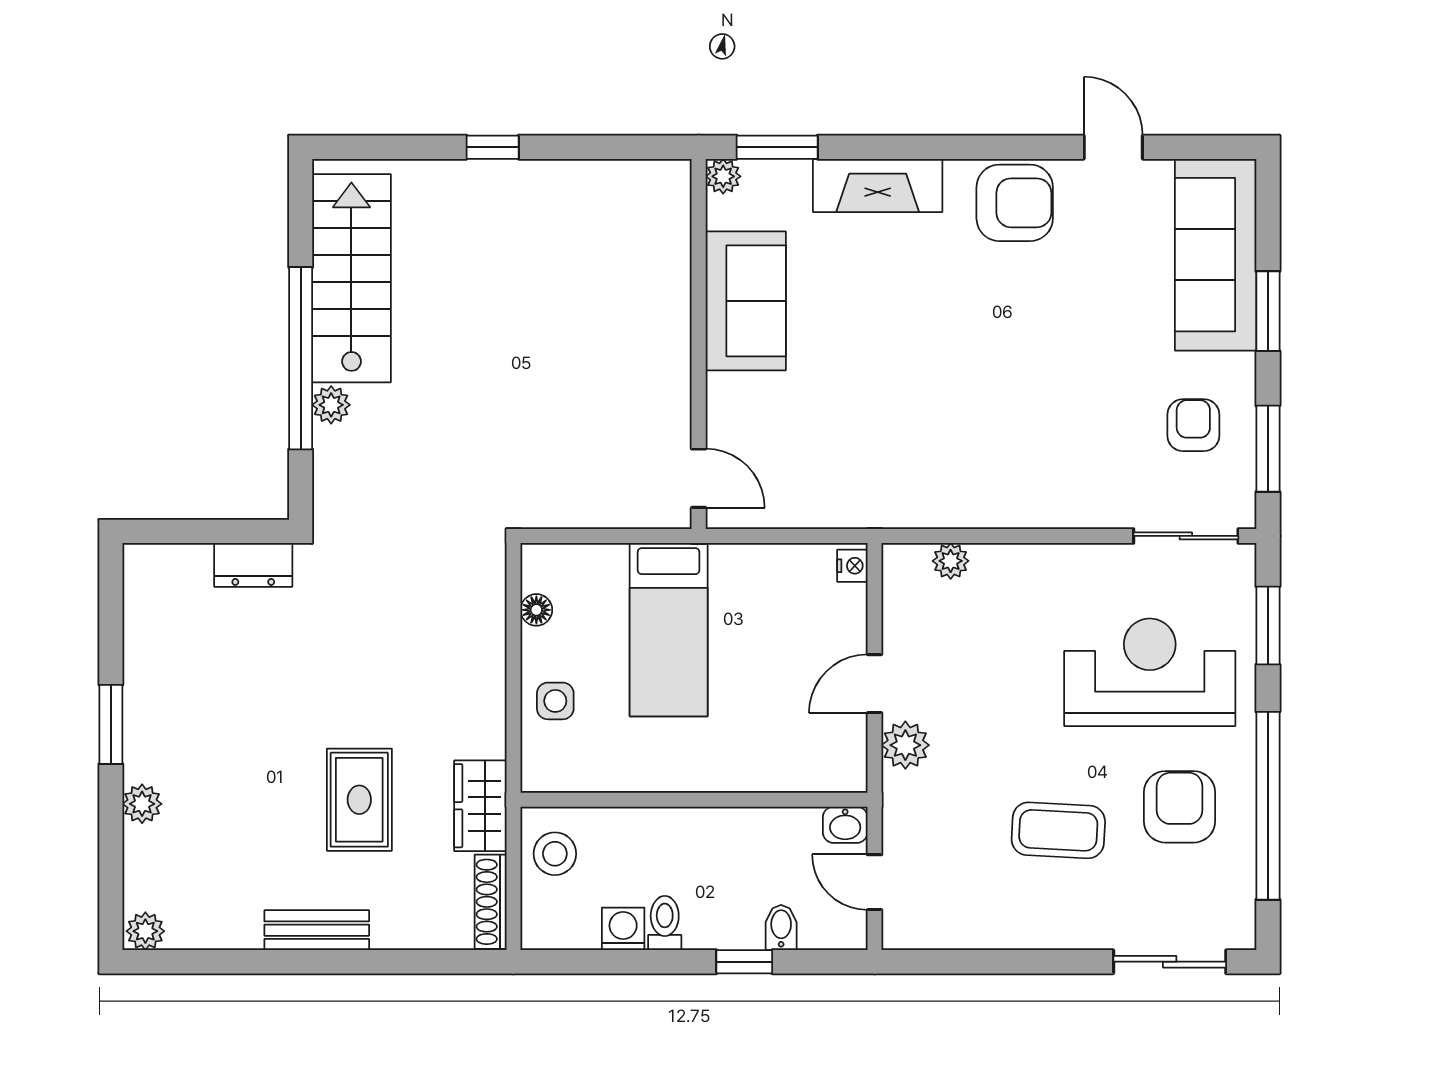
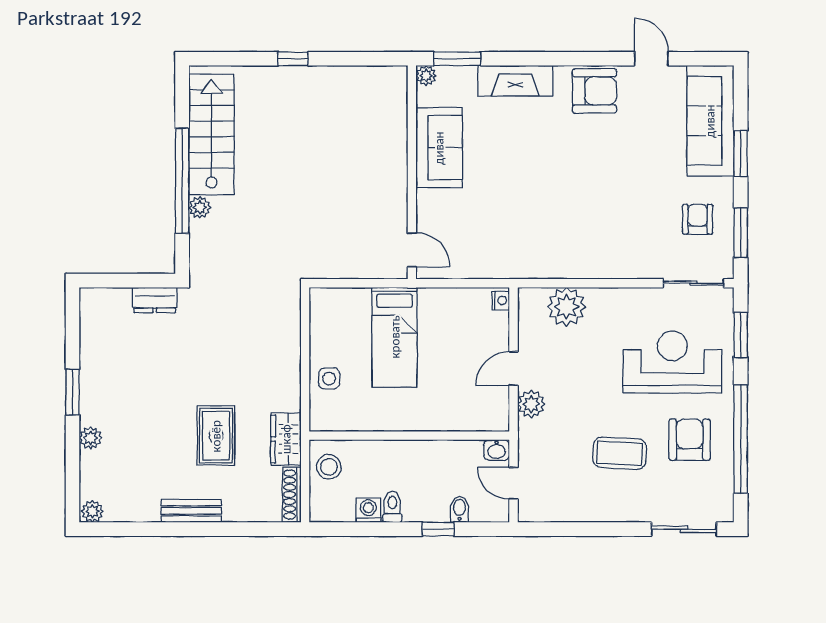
plant: (951, 561) -> (567, 307), width x1.87, depth x1.87
floor lamp: (536, 610) -> (318, 326), removed

